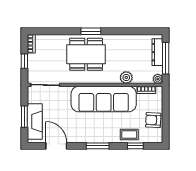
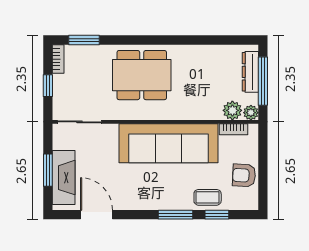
window: (91, 31) -> (84, 40), moved
plant: (126, 77) -> (232, 110), moved
window: (98, 146) -> (175, 215), moved

